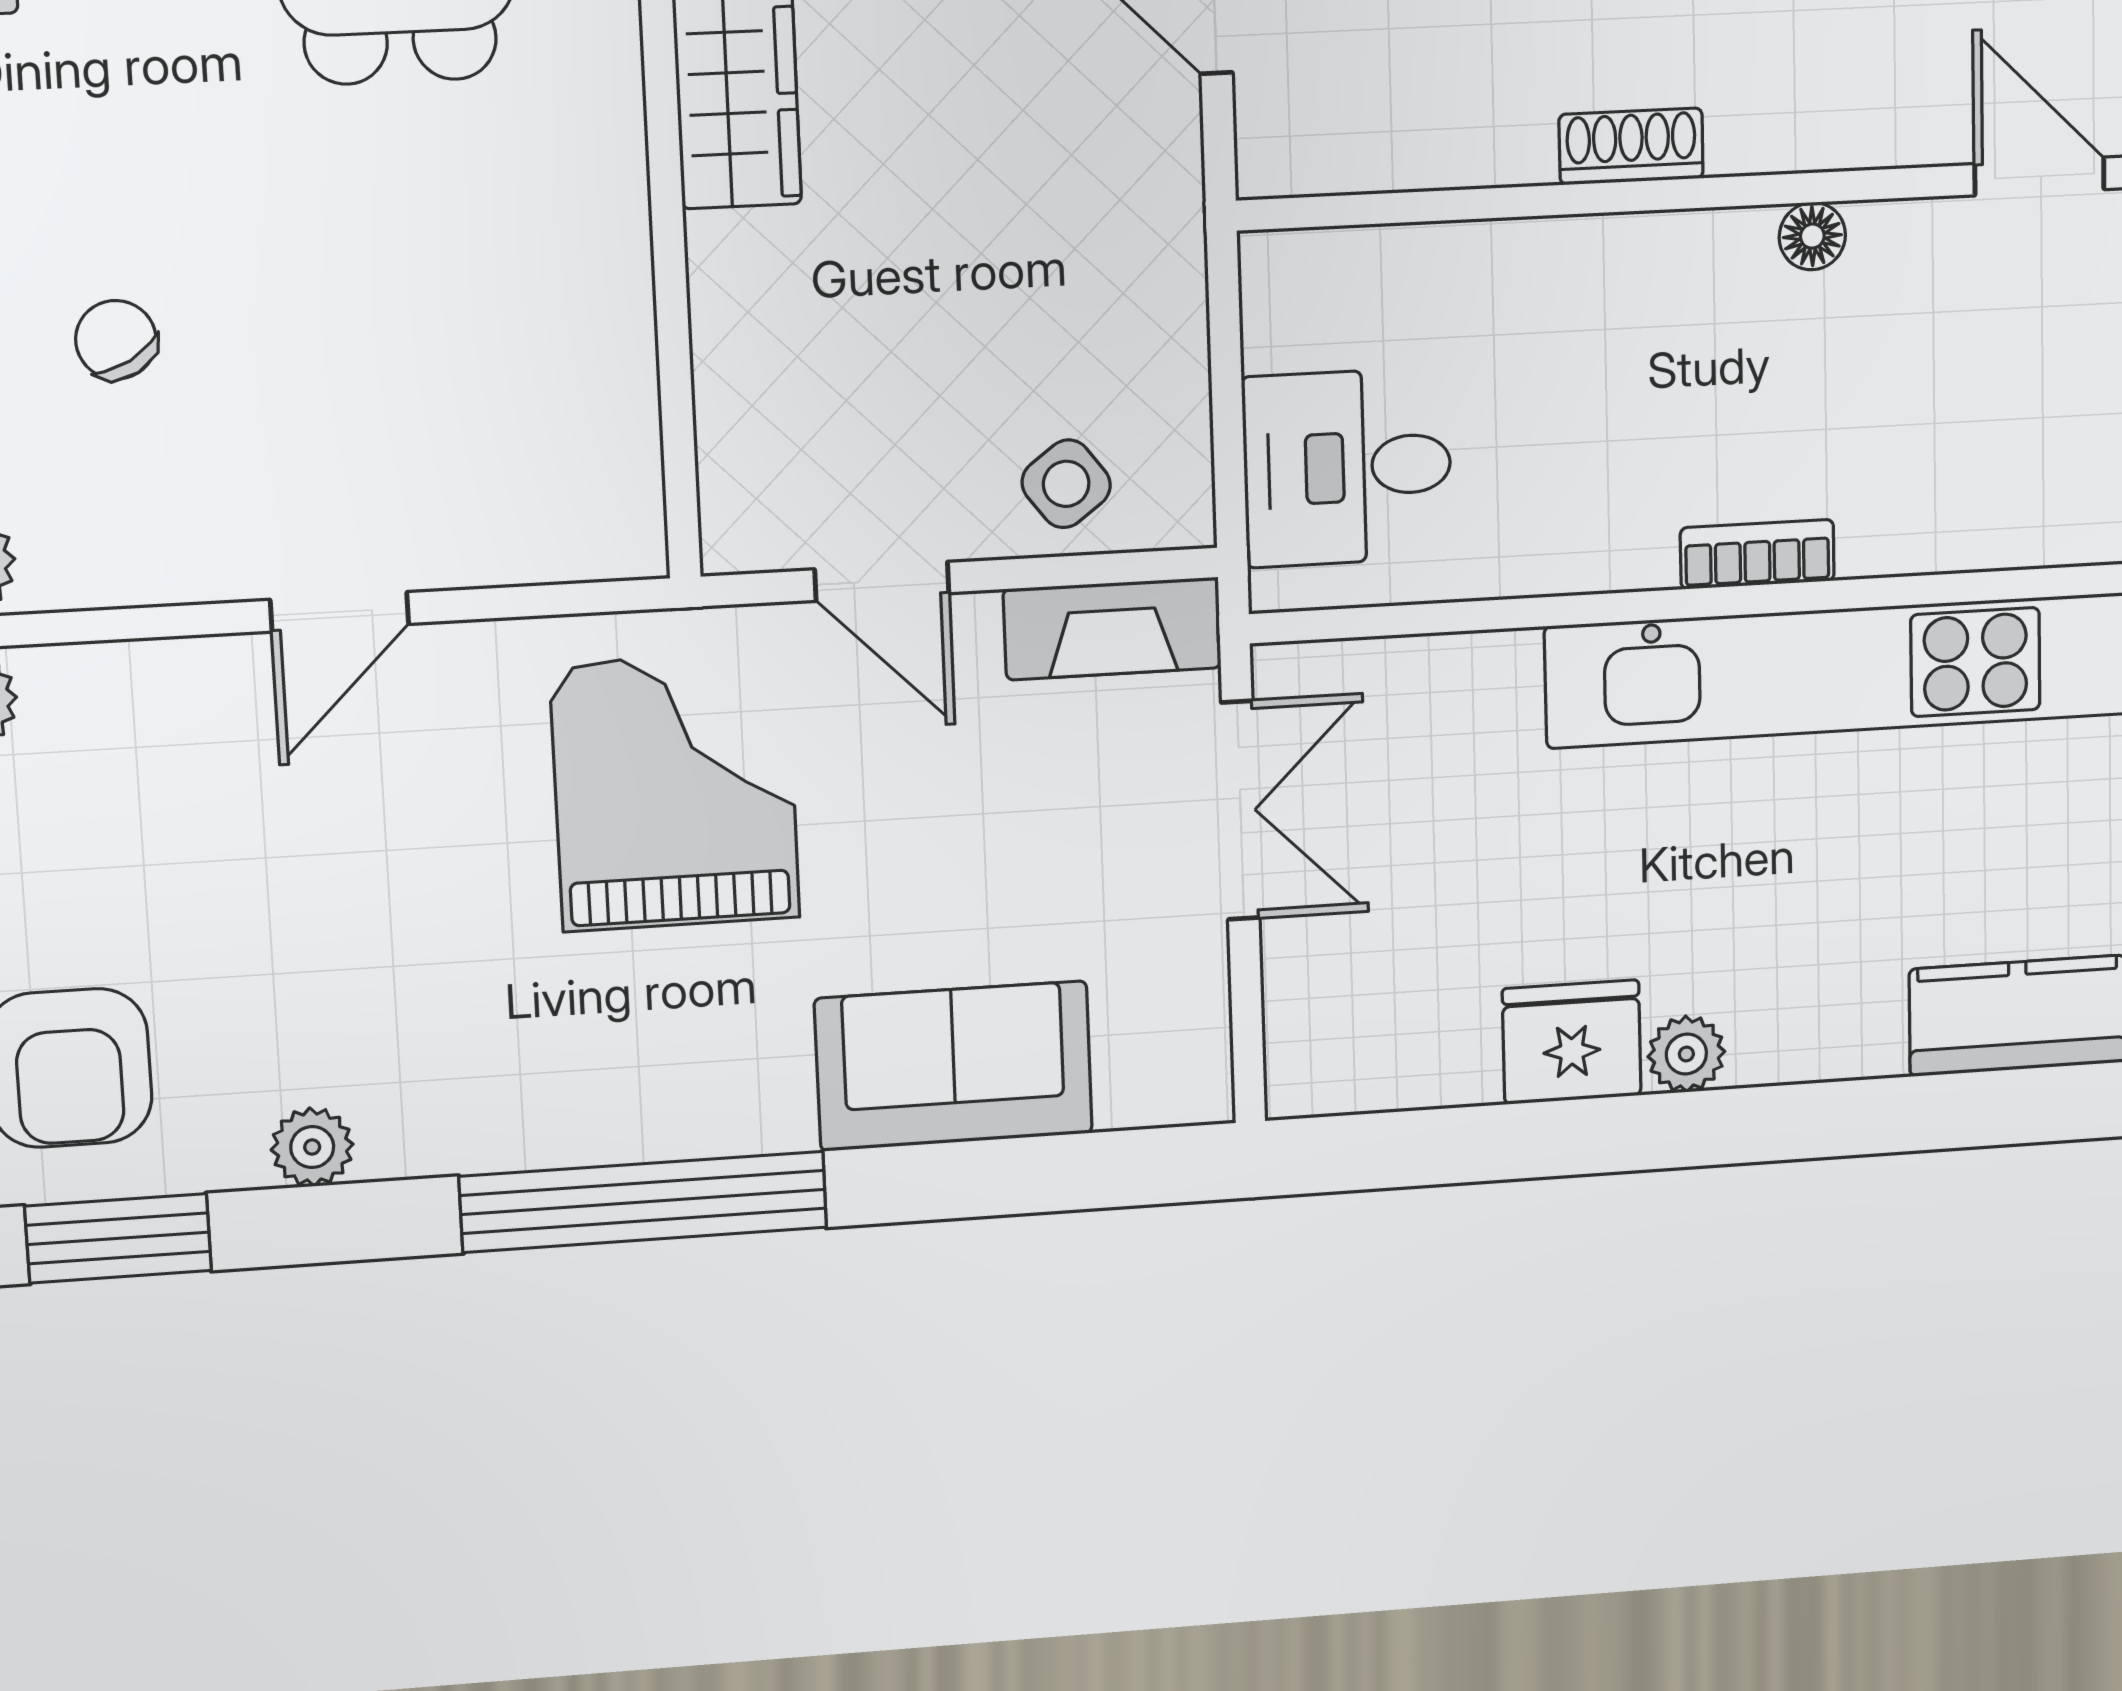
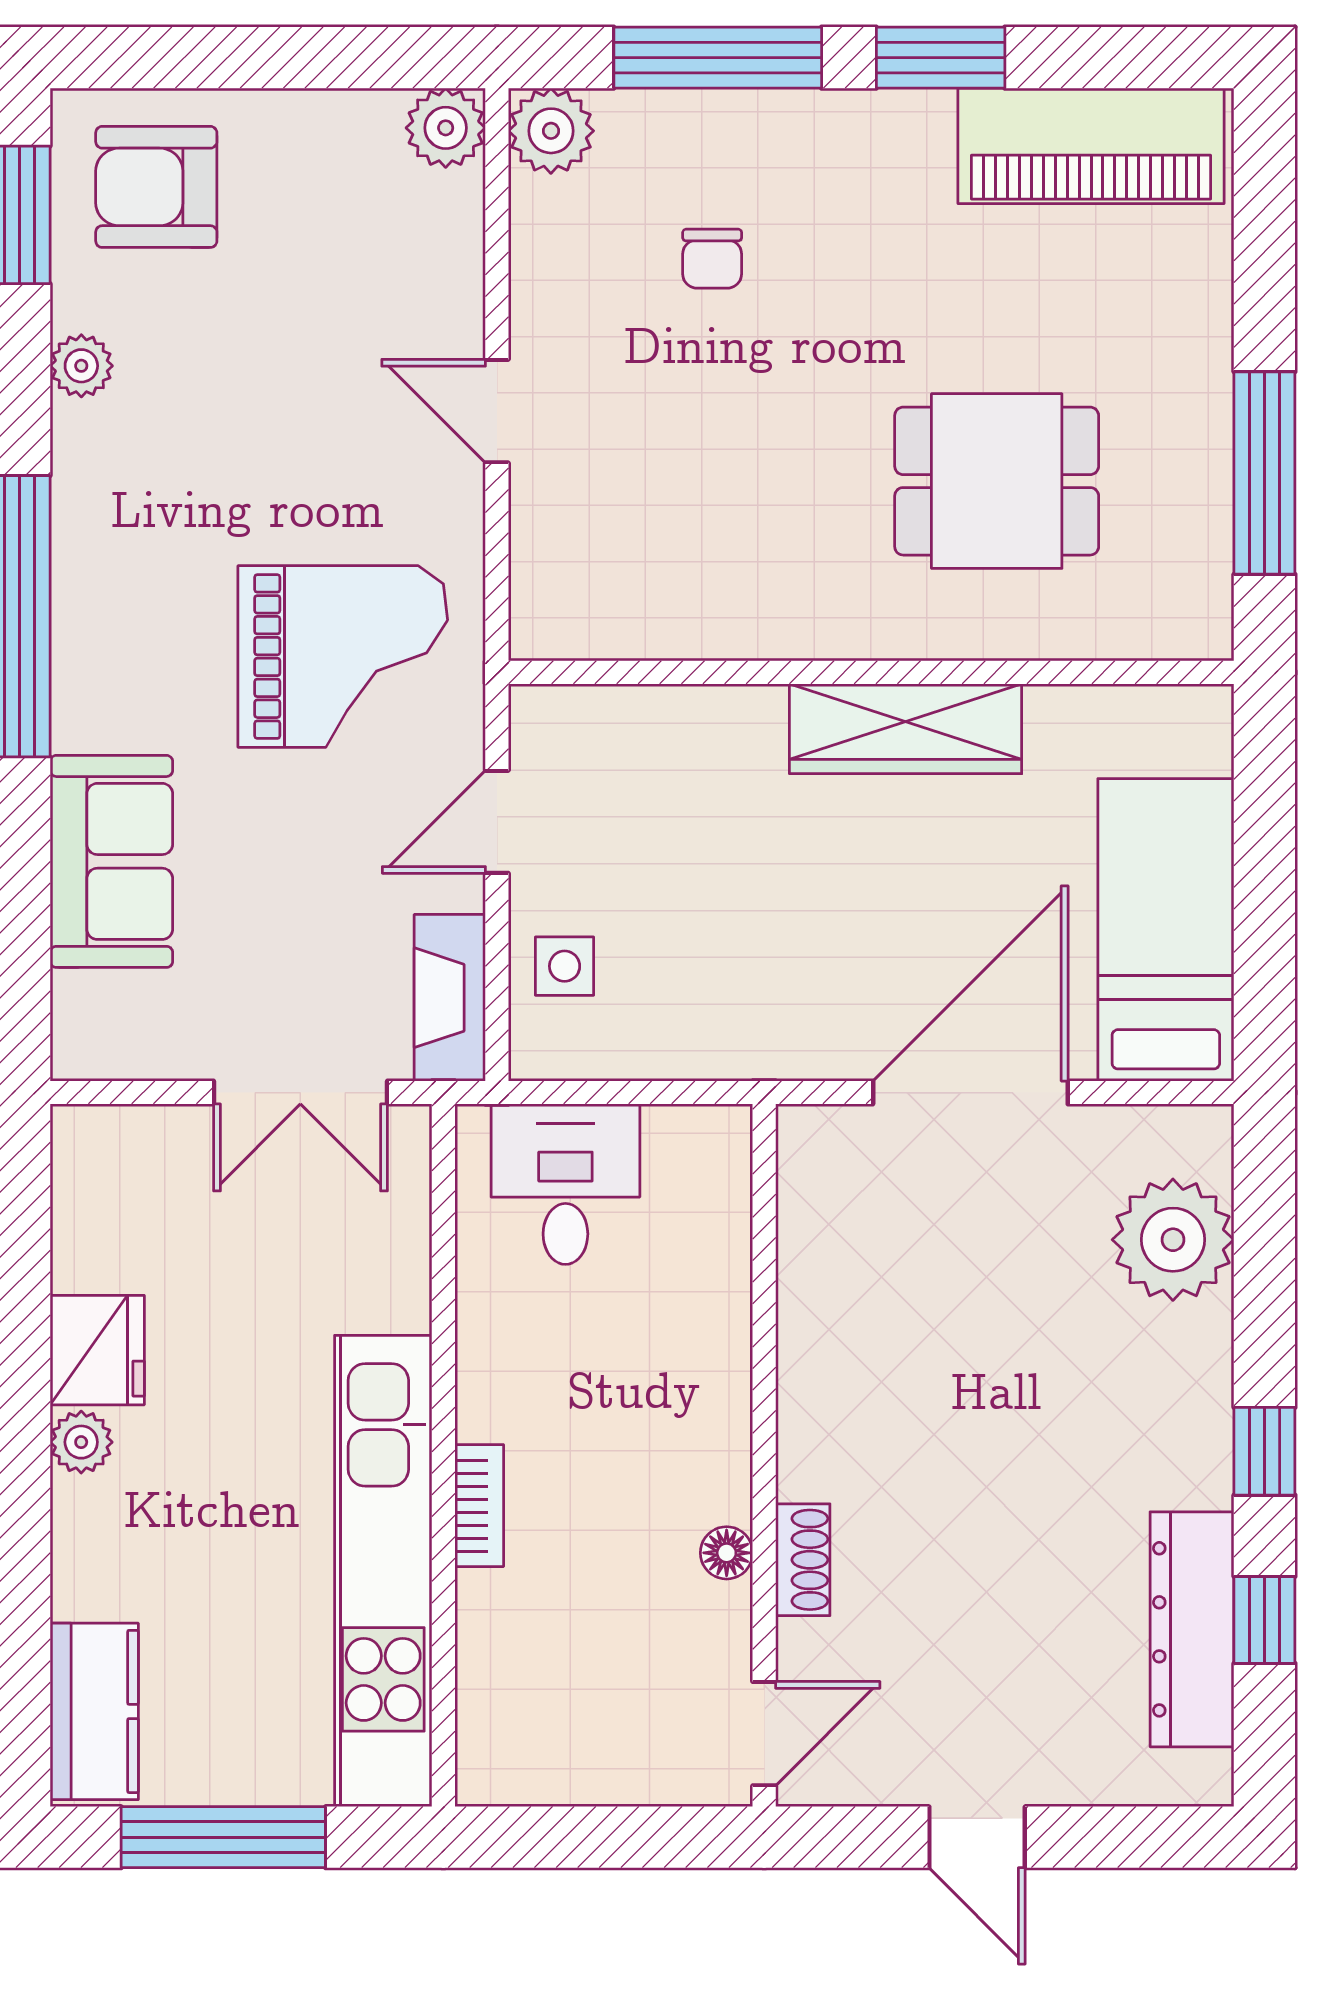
shoe rack: (1631, 146) -> (803, 1560), moved
chair: (116, 340) -> (712, 259), turned 120
side table: (1066, 484) -> (565, 966), turned 37

